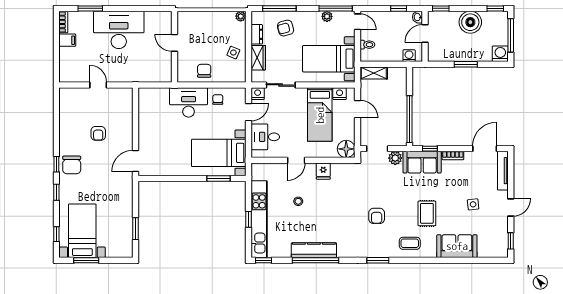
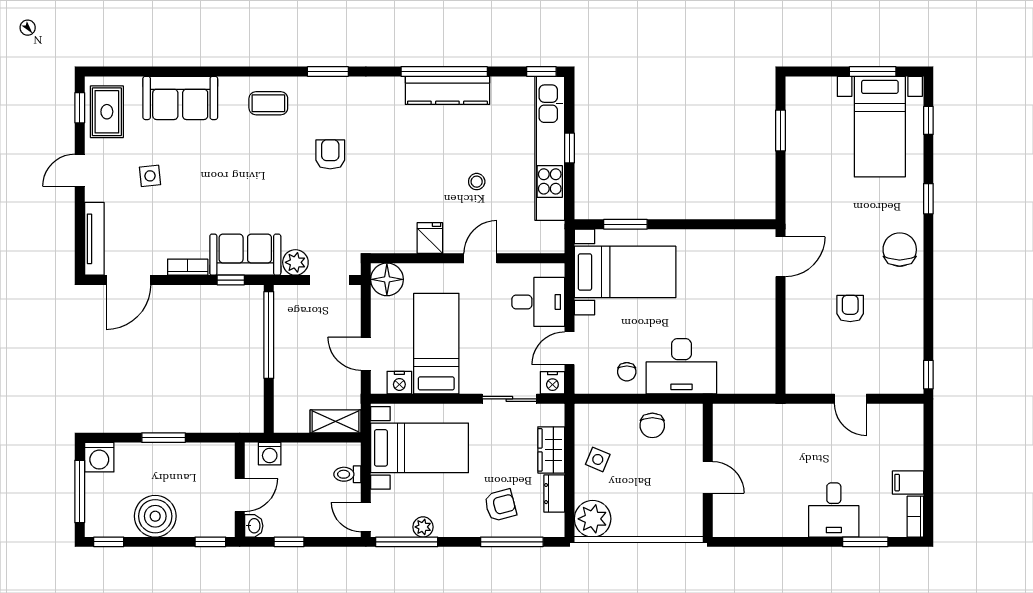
plant: (241, 16) -> (593, 519), width x1.87, depth x1.87
desk: (119, 30) -> (834, 510), width x0.53, depth x0.77
window: (56, 164) -> (928, 375), moved
rug: (427, 213) -> (107, 112), moved

